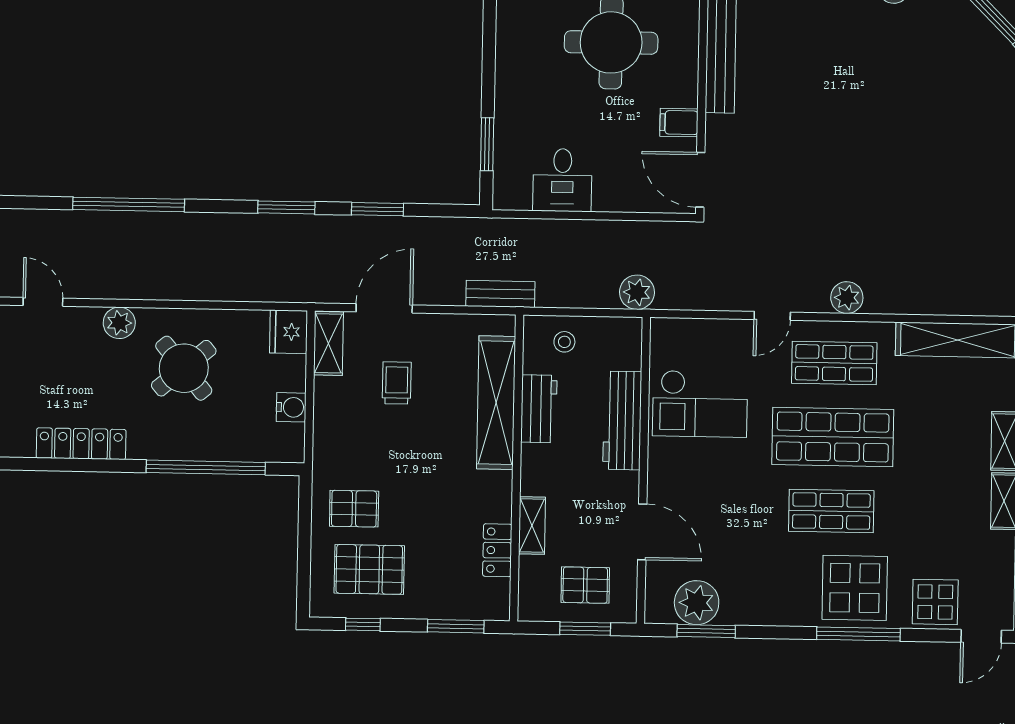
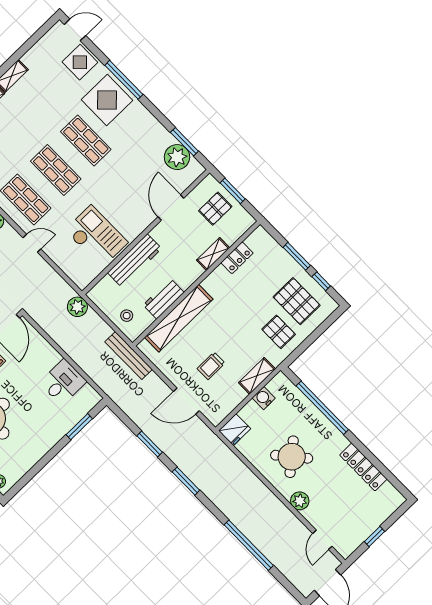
bench: (500, 294) -> (129, 356), width x1.36
shelving: (329, 343) -> (257, 376), moved
shop shelf: (833, 437) -> (56, 170), width x0.70, depth x0.74
pallet: (585, 585) -> (215, 209), turned 90
window: (456, 626) -> (297, 256), moved

